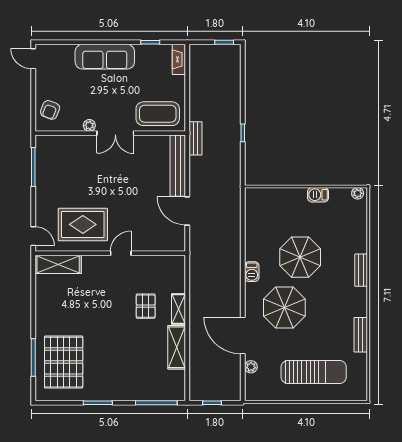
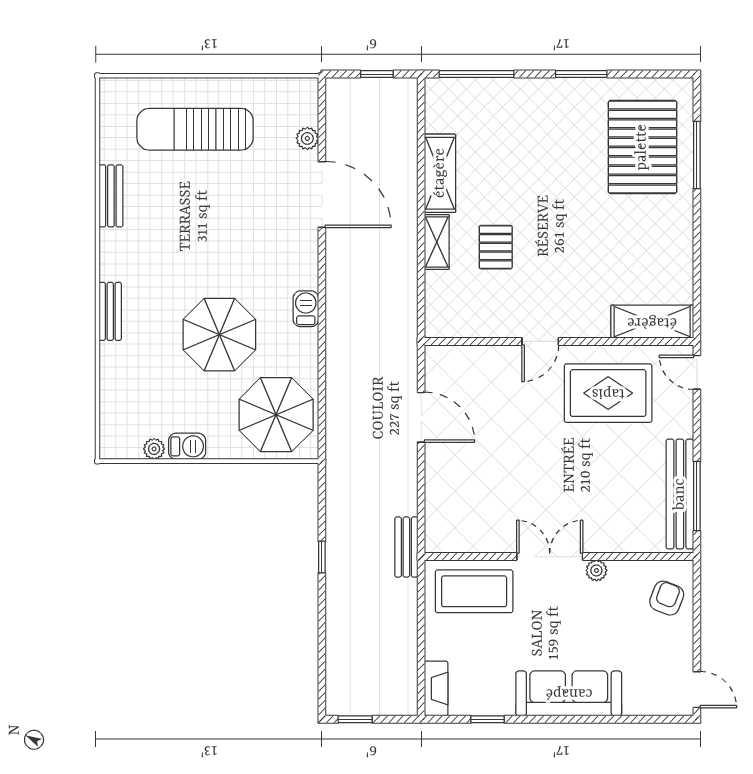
bench: (178, 166) -> (680, 494), moved
plant: (358, 193) -> (154, 449), moved
parasol: (284, 307) -> (276, 415), moved

